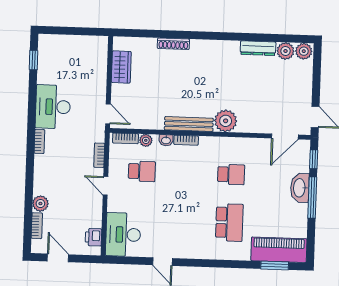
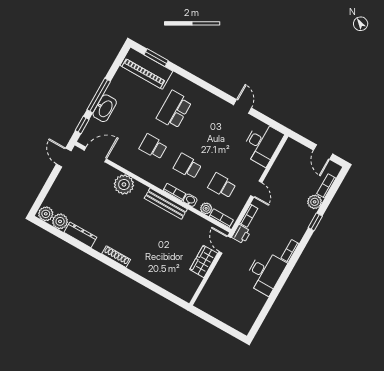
shoe rack: (173, 44) -> (116, 257), moved
window: (34, 60) -> (315, 222), moved
wardrobe: (121, 67) -> (204, 261), moved
plant: (226, 121) -> (124, 184), moved
school desk: (186, 173) -> (188, 166), added
printer: (93, 237) -> (241, 234), moved

